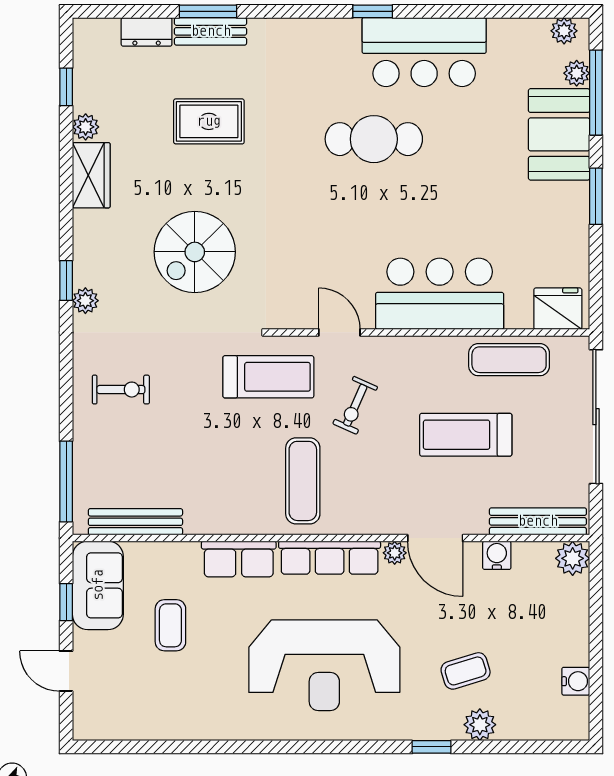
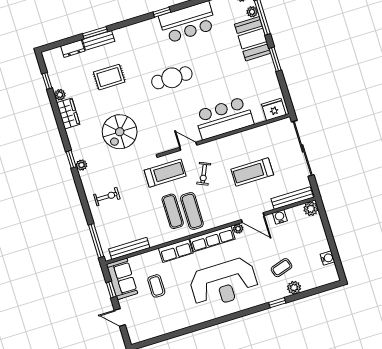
cafe table: (374, 139) -> (172, 78), moved
exercise mat: (509, 360) -> (173, 211), moved, turned 90

